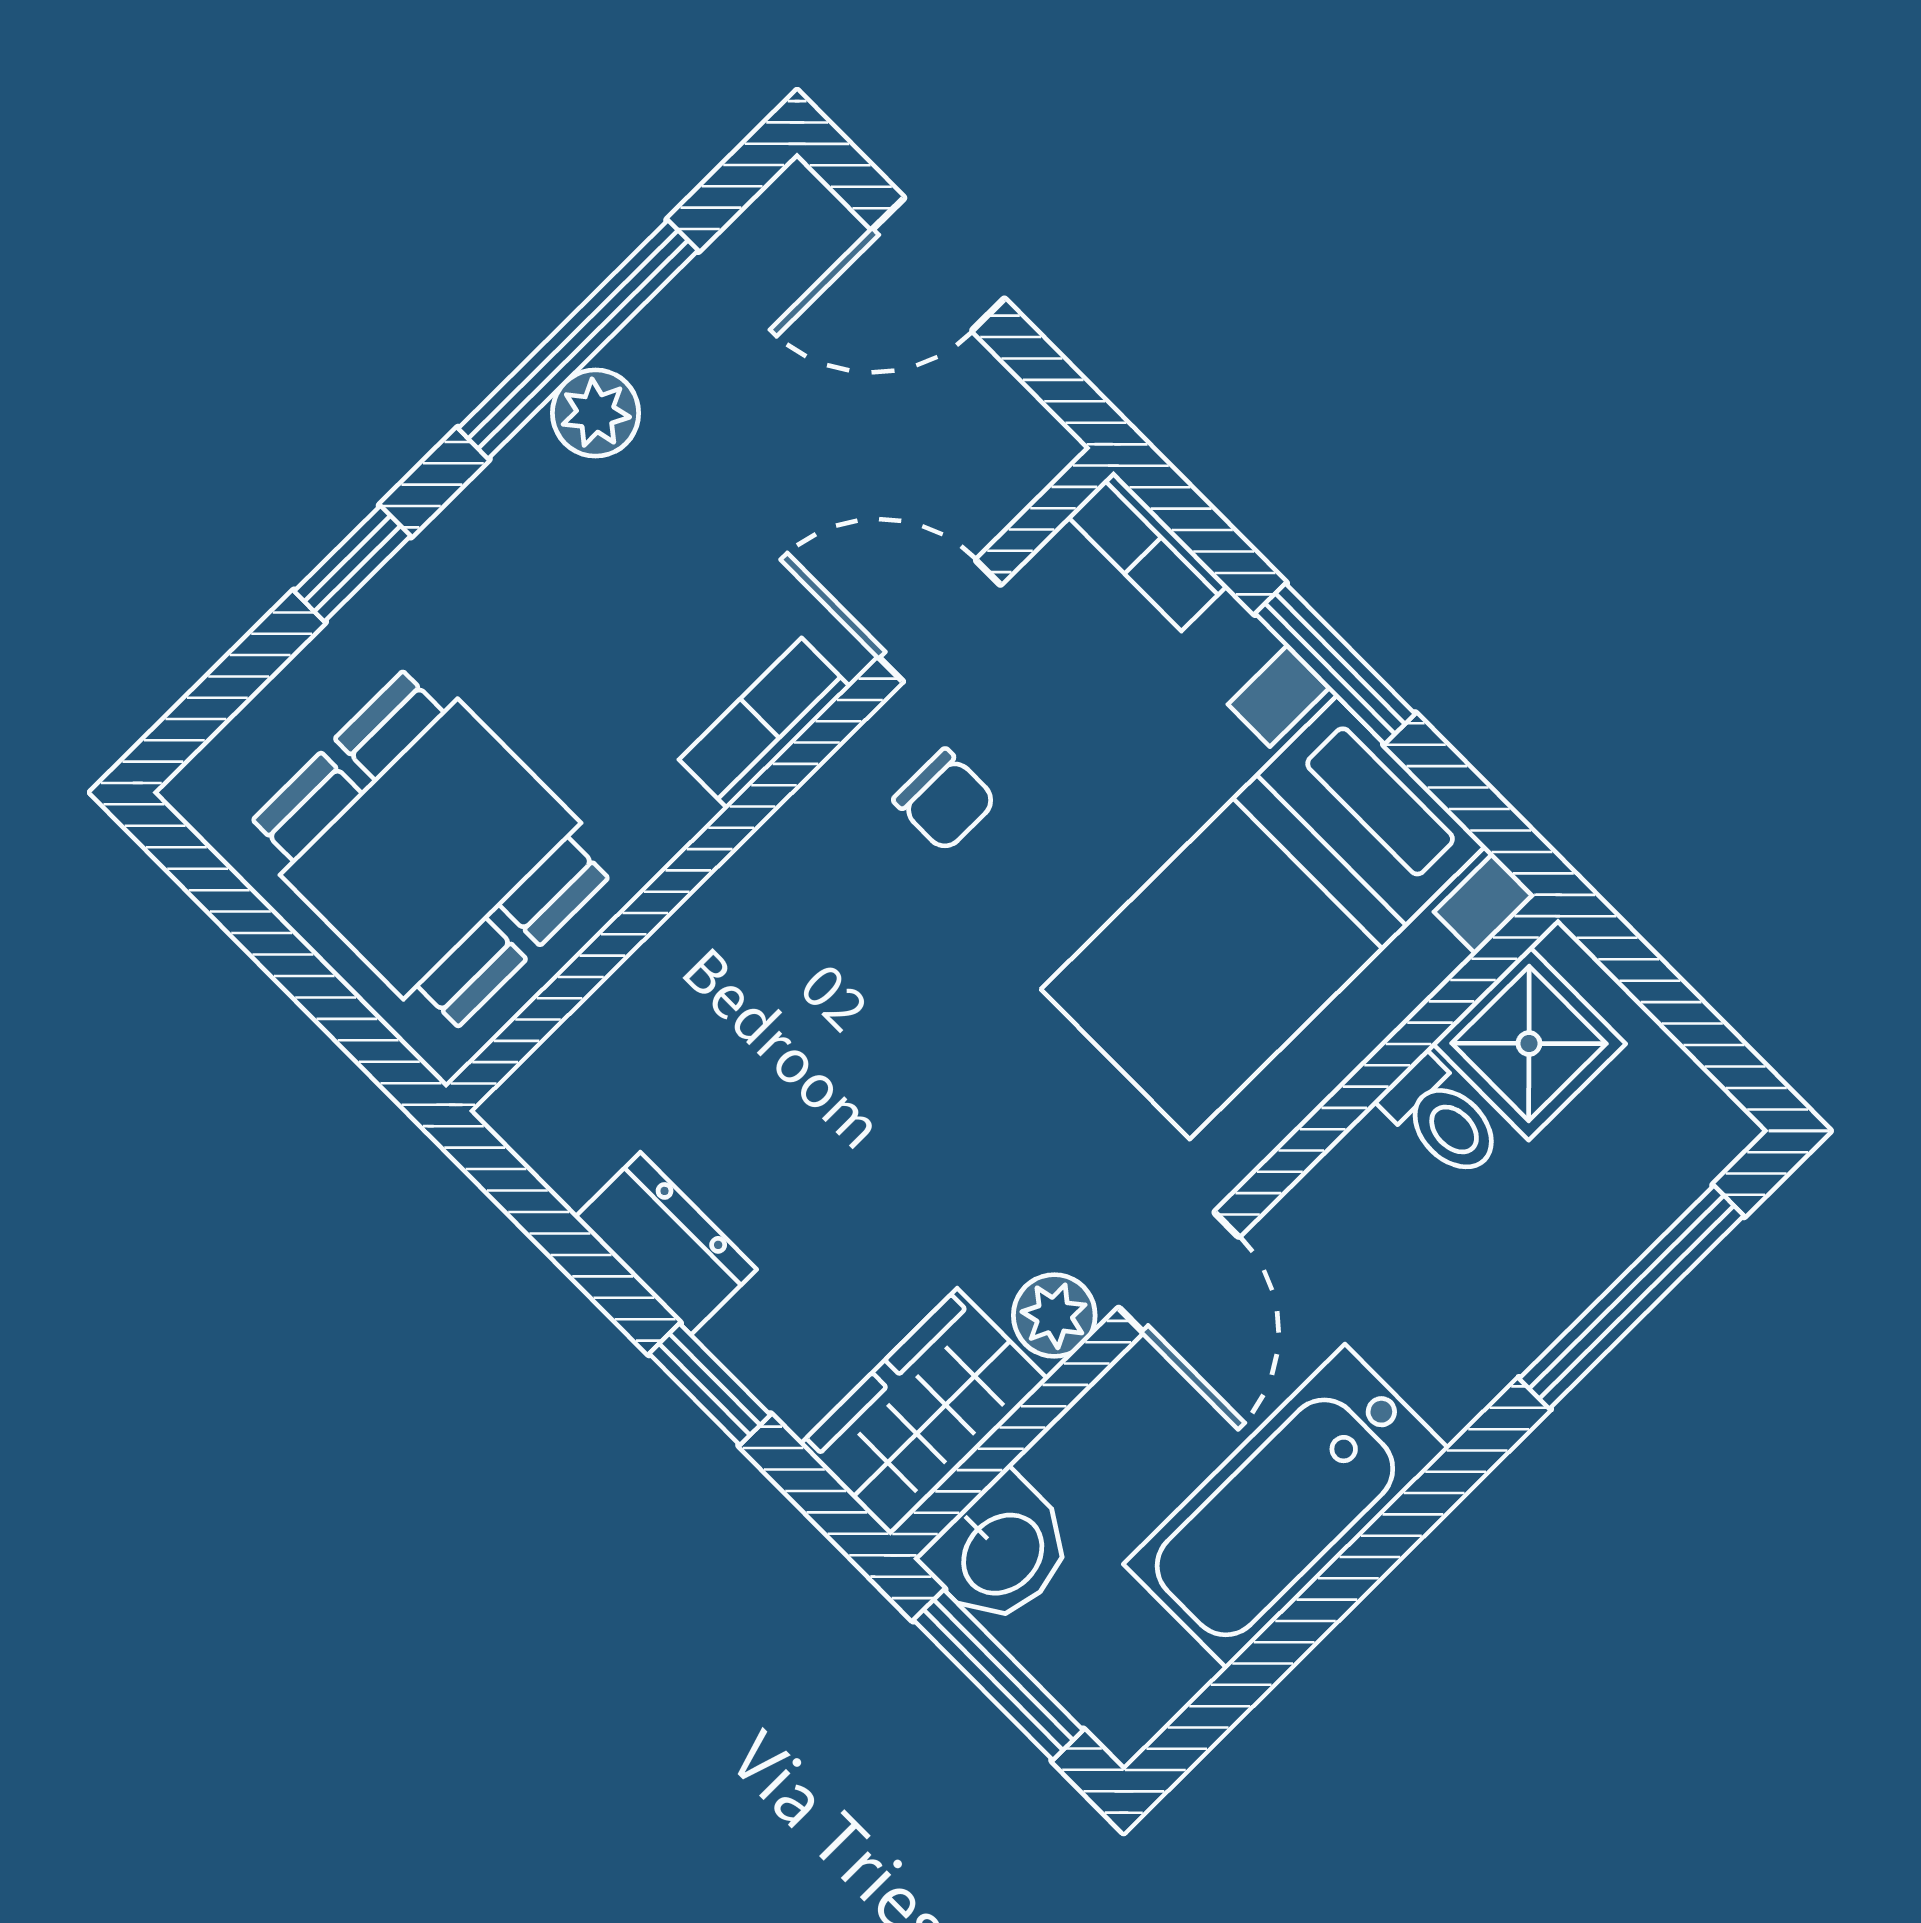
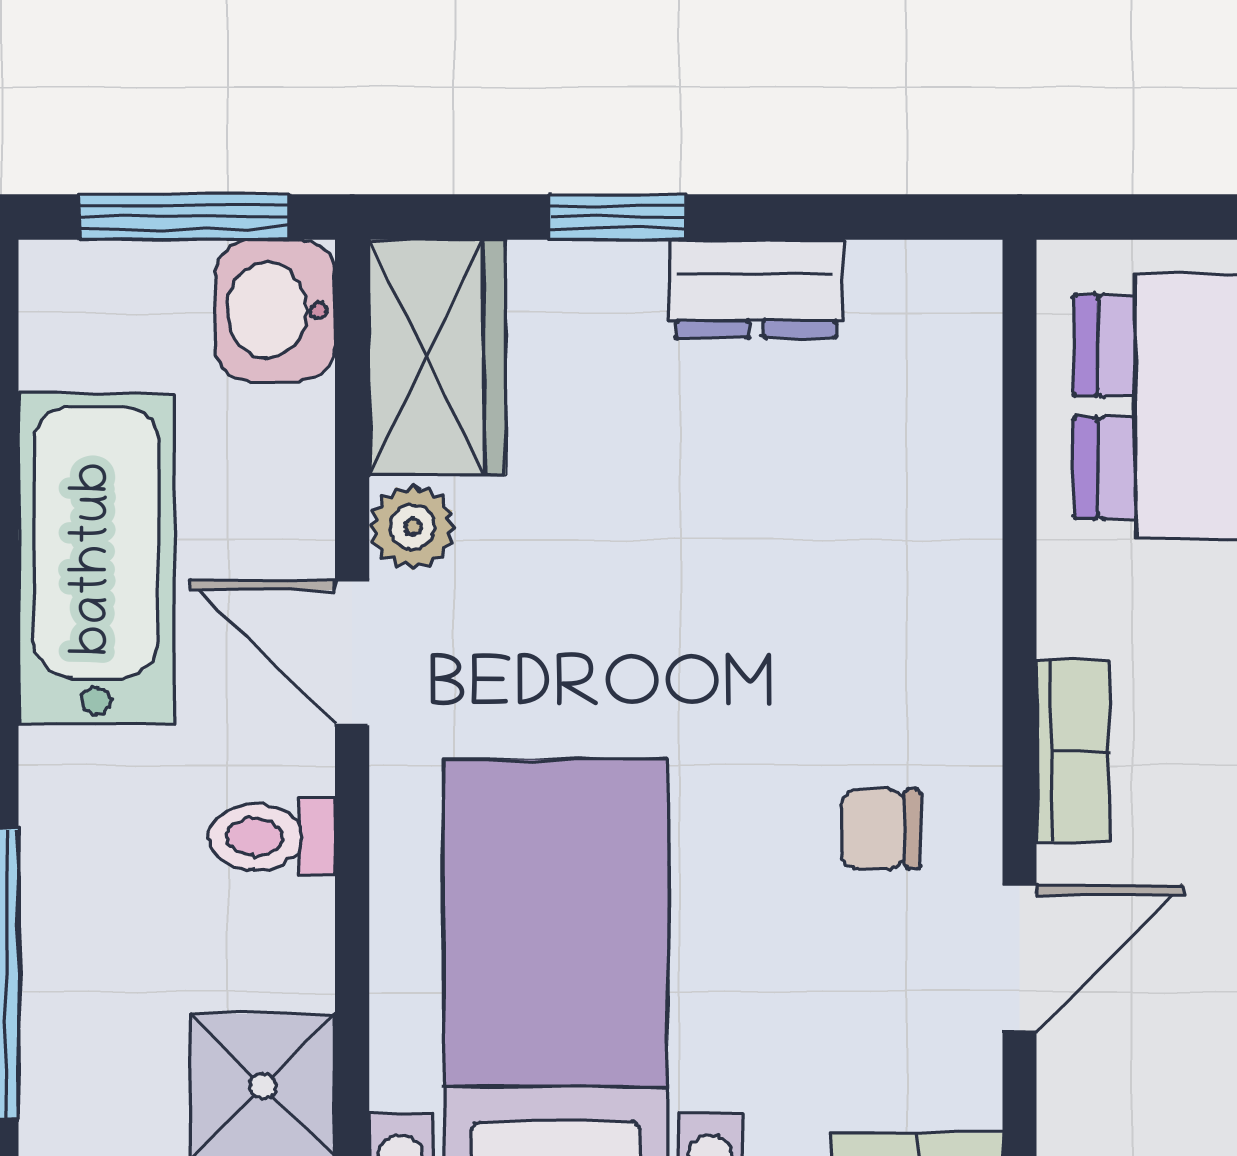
toilet: (1442, 1118) -> (272, 837), moved

